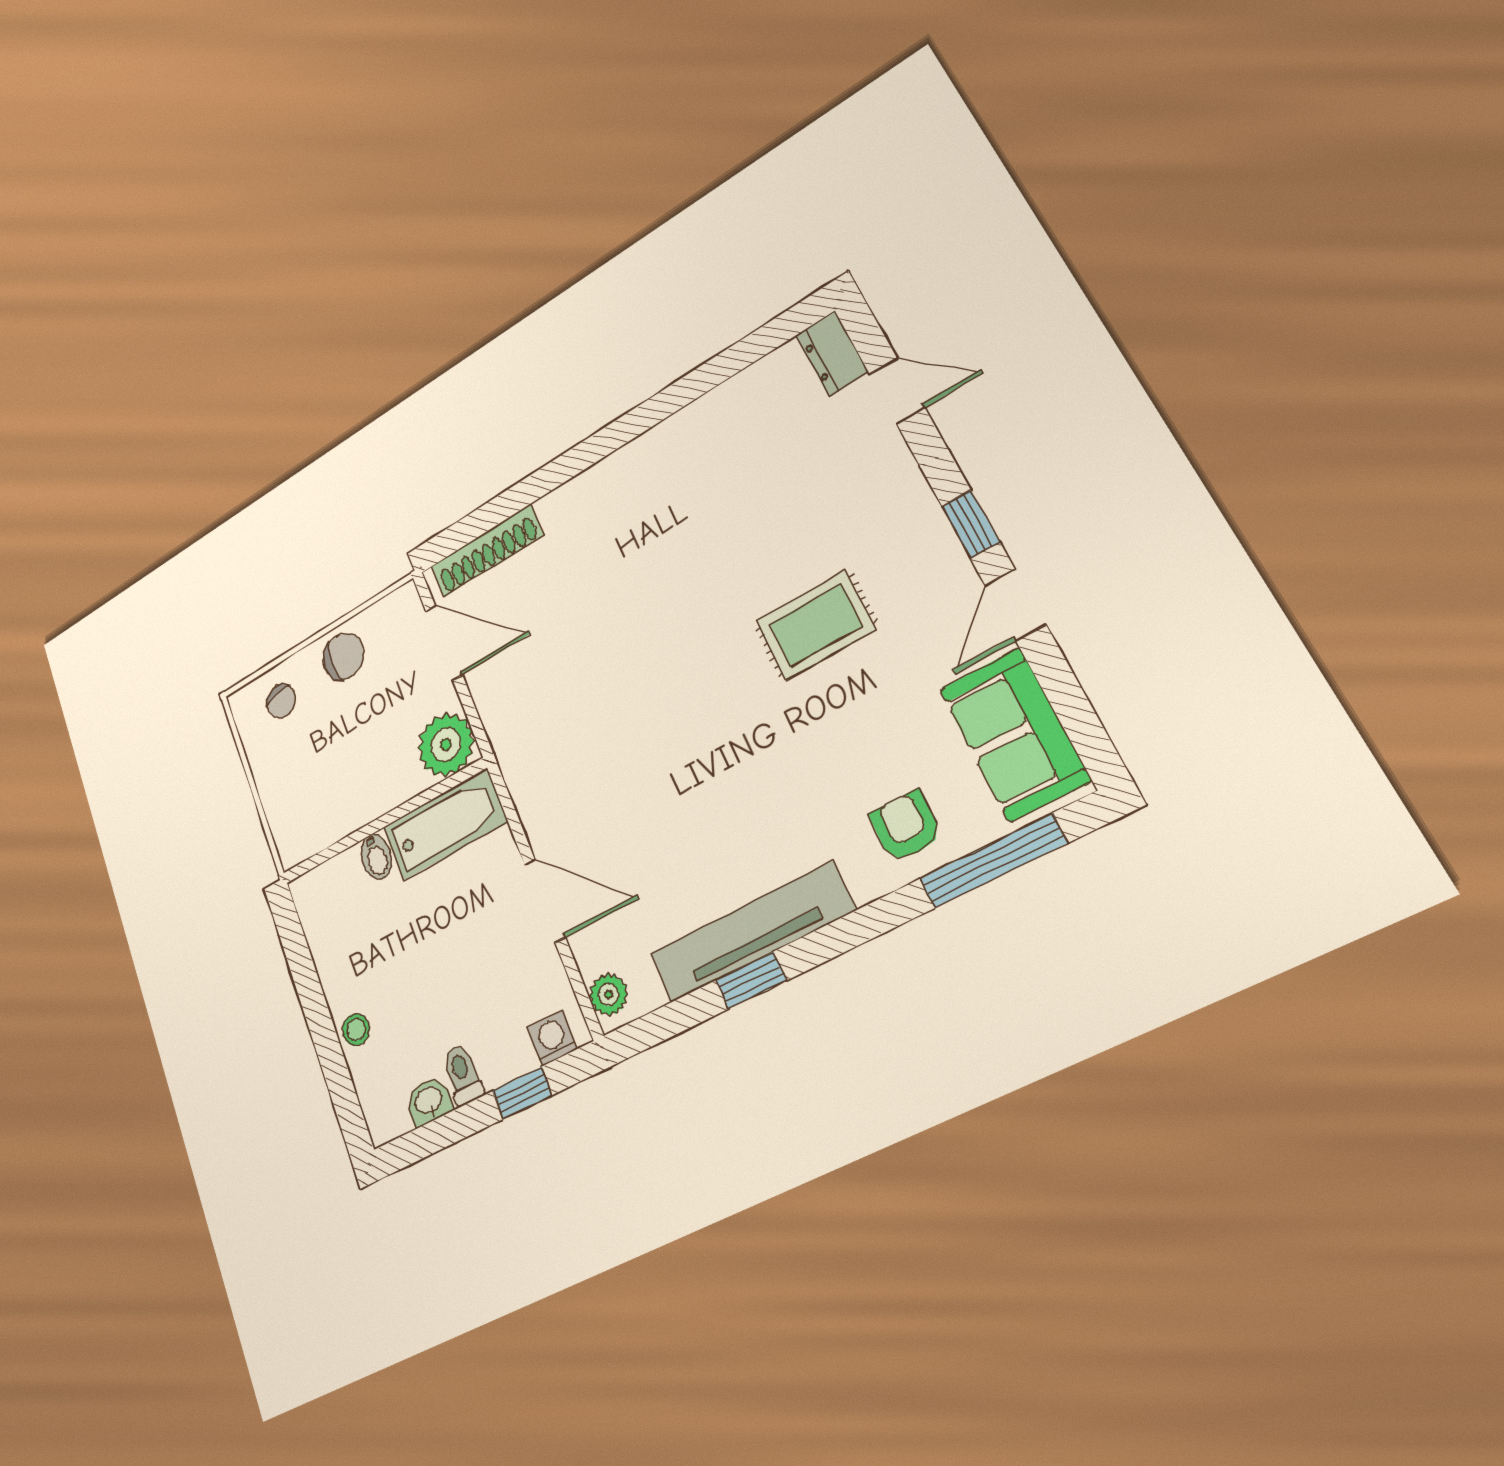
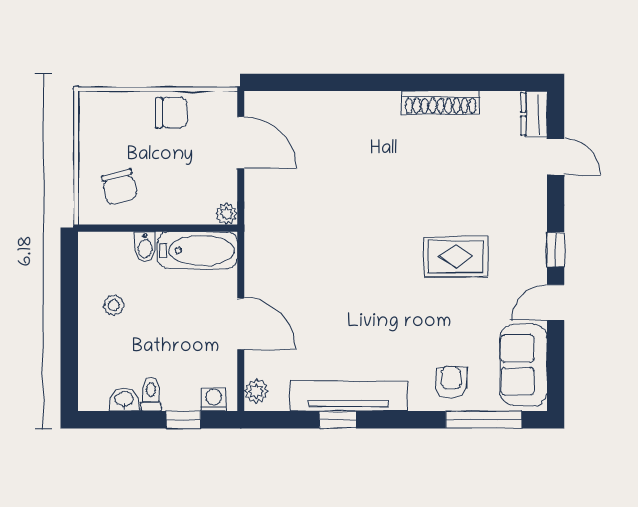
shoe rack: (487, 551) -> (441, 103), moved
chair: (281, 701) -> (120, 187), moved, width x1.37, depth x1.37
plant: (446, 745) -> (226, 214), width x0.53, depth x0.53
stool: (356, 1030) -> (114, 305), moved

